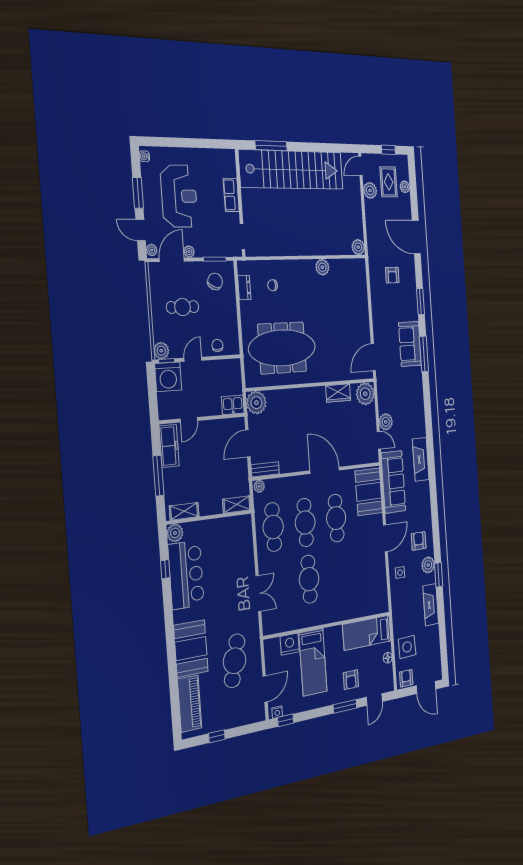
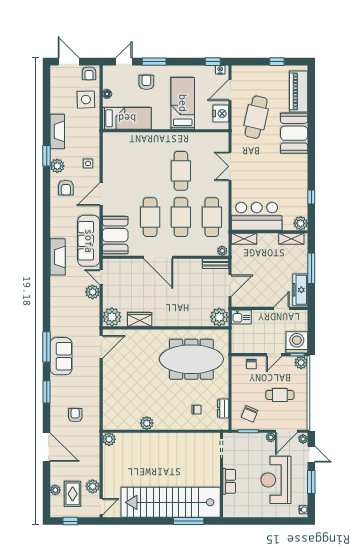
bar counter: (186, 575) -> (257, 216), moved, turned 90
nightstand: (290, 644) -> (221, 113), moved, turned -90

